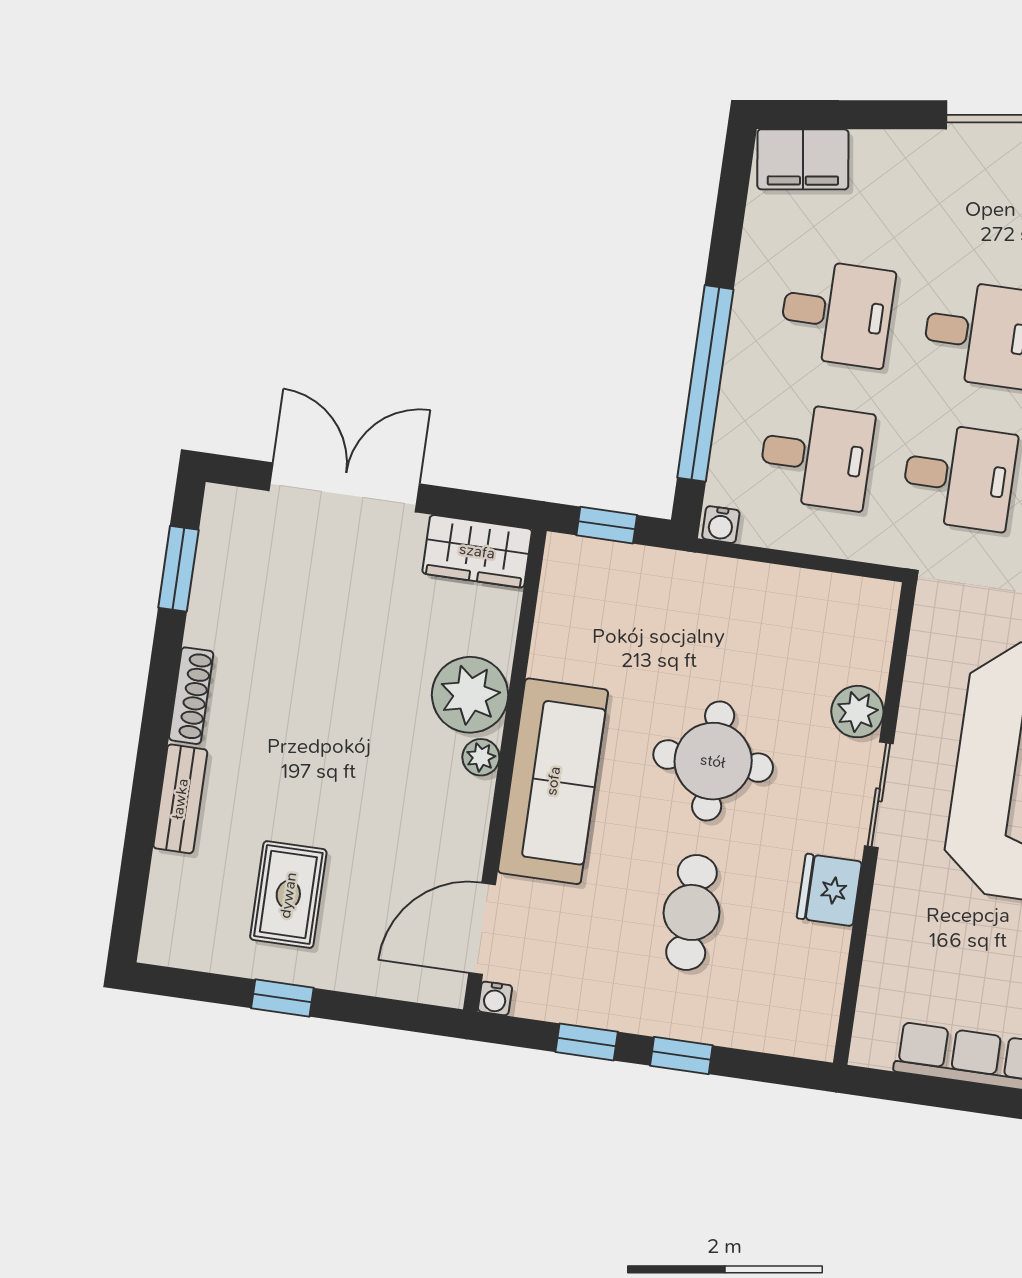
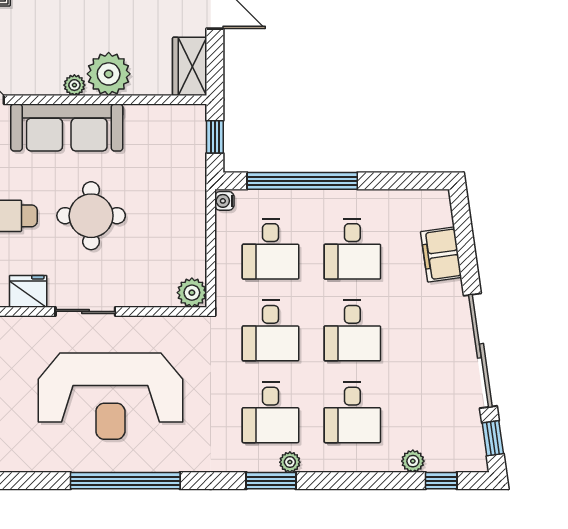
filing cabinet: (803, 159) -> (441, 254), moved
plant: (857, 712) -> (192, 293), moved

